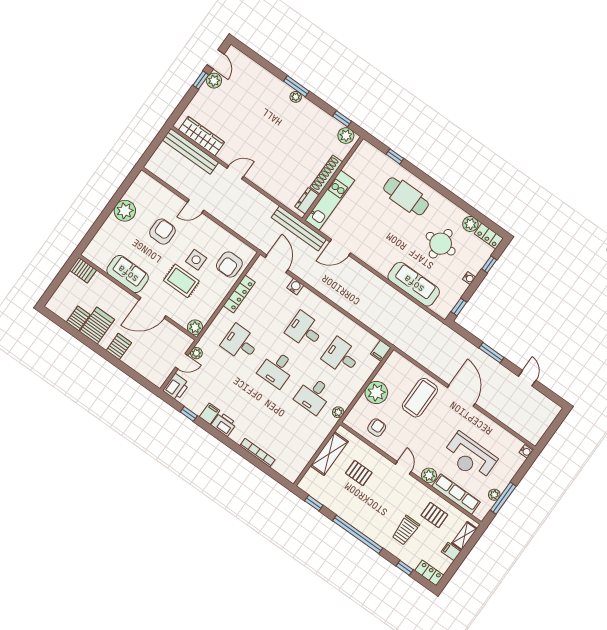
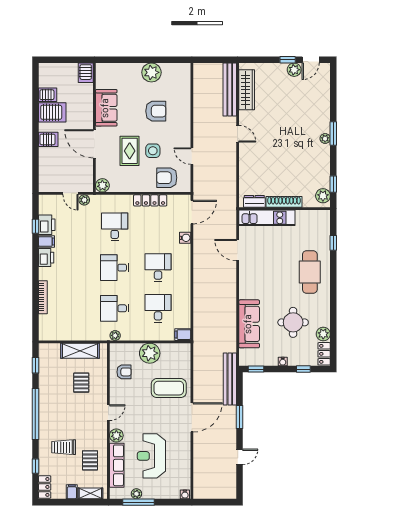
door: (196, 206) -> (192, 156), moved
bench: (299, 228) -> (230, 379), moved
printer: (176, 387) -> (47, 225), moved, turned -90

